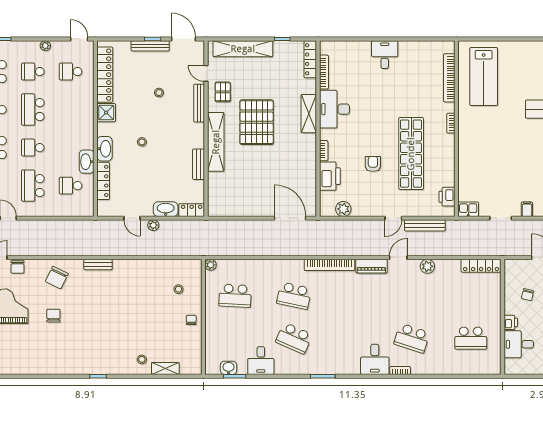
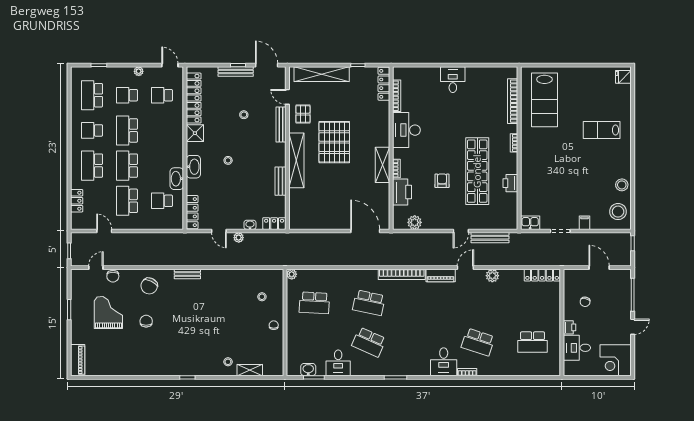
shelving: (309, 114) -> (383, 165), moved
school desk: (33, 148) -> (127, 166), width x1.85
locker: (103, 181) -> (192, 212), moved
printer: (447, 197) -> (510, 183), moved
washbasin: (166, 209) -> (250, 225), width x0.52, depth x0.69

